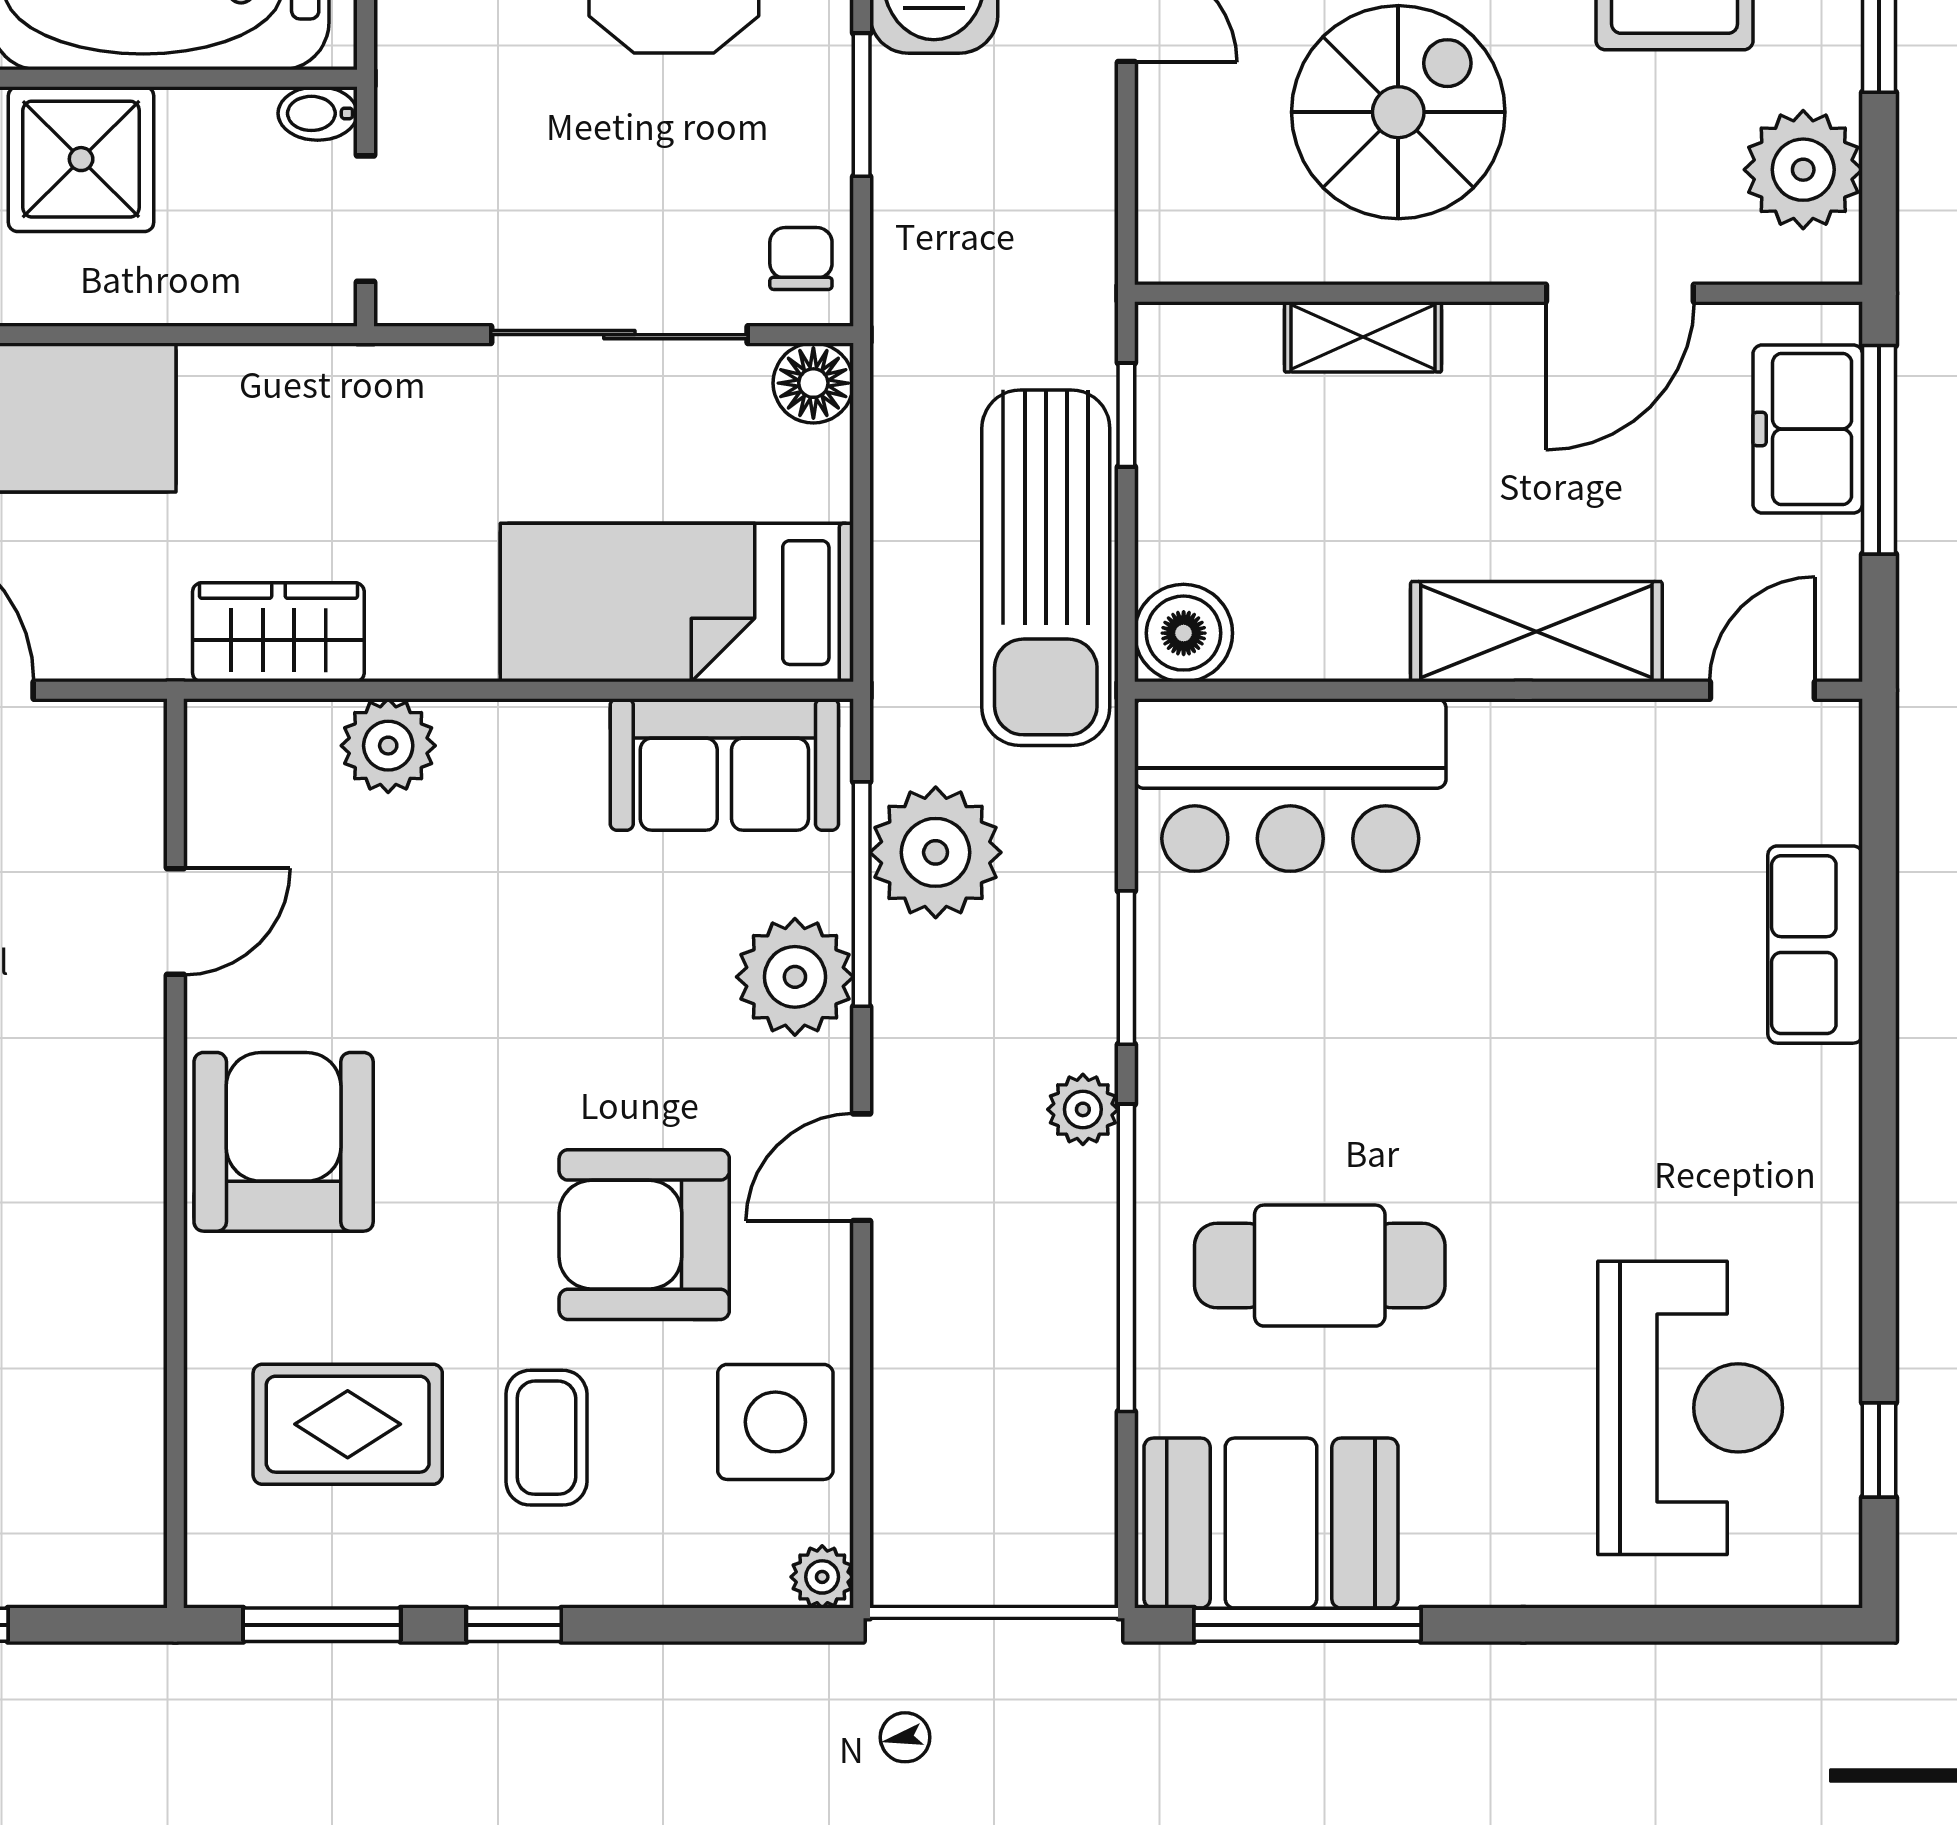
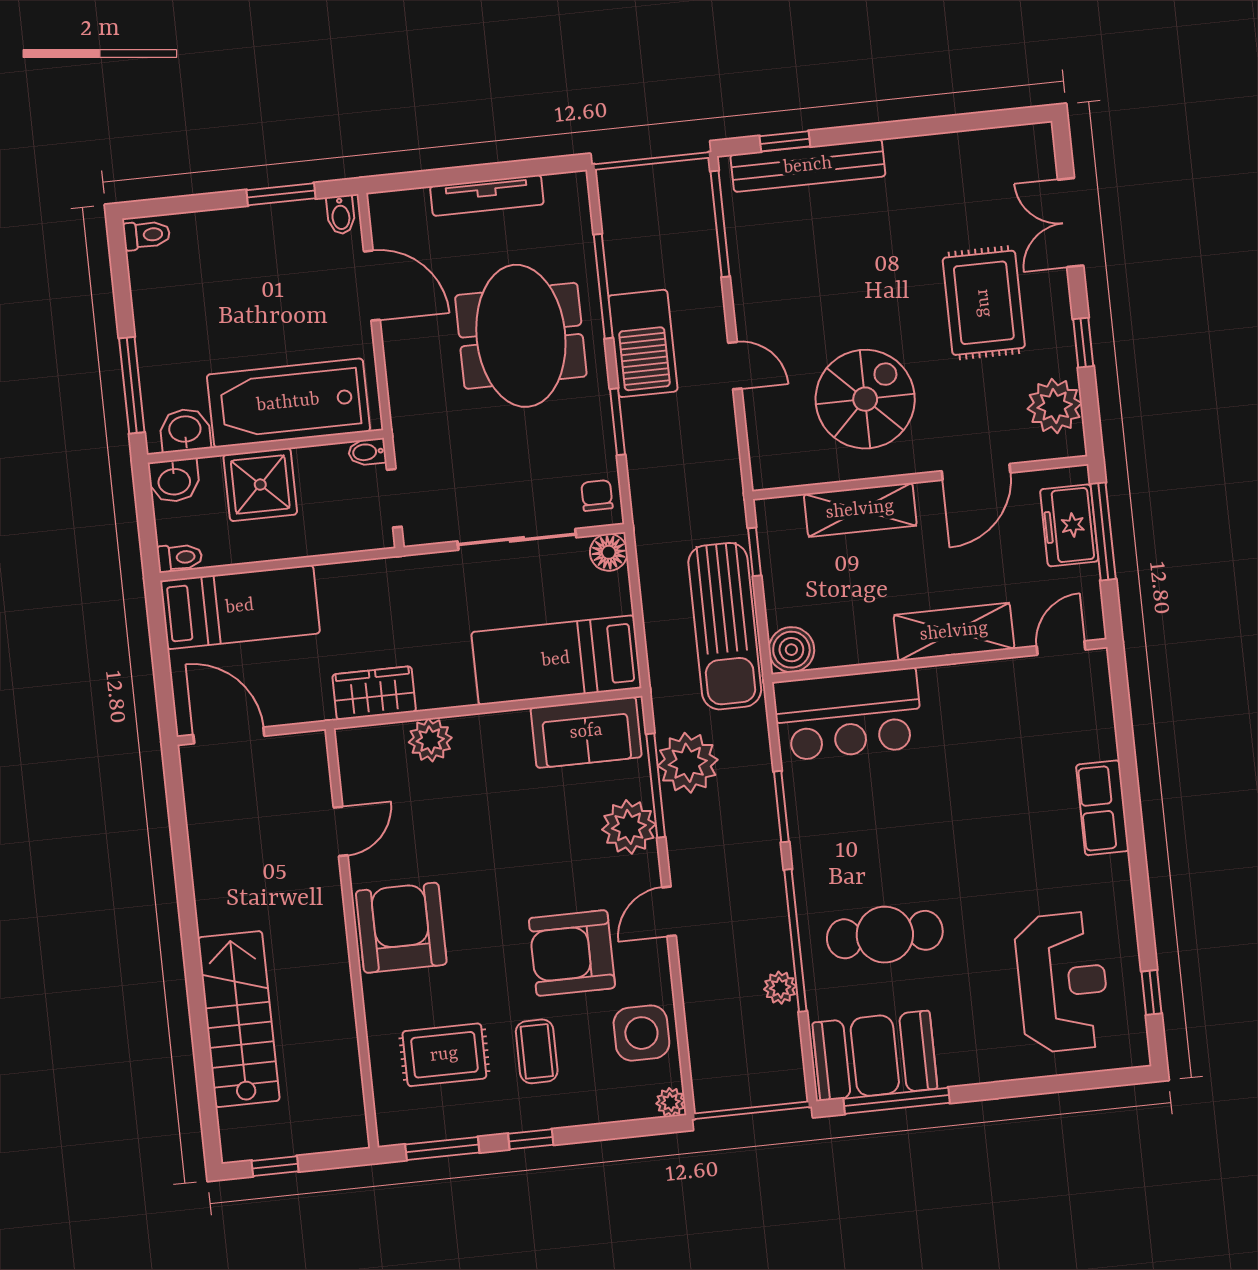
shelving: (1363, 337) -> (860, 510), width x1.50, depth x1.33
row of seats: (1815, 945) -> (1102, 808), moved
plant: (1083, 1109) -> (780, 988), moved

